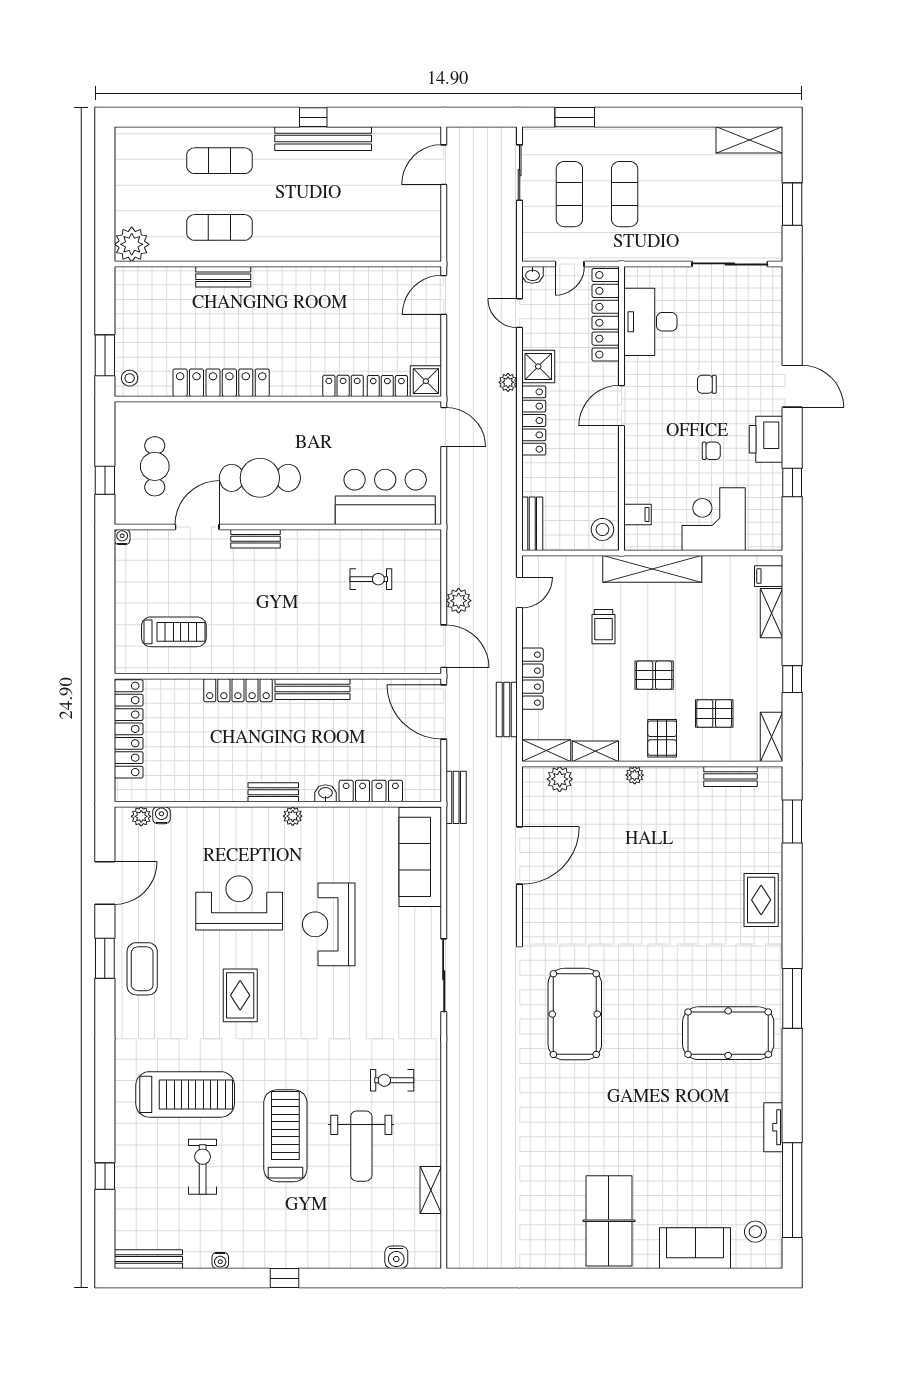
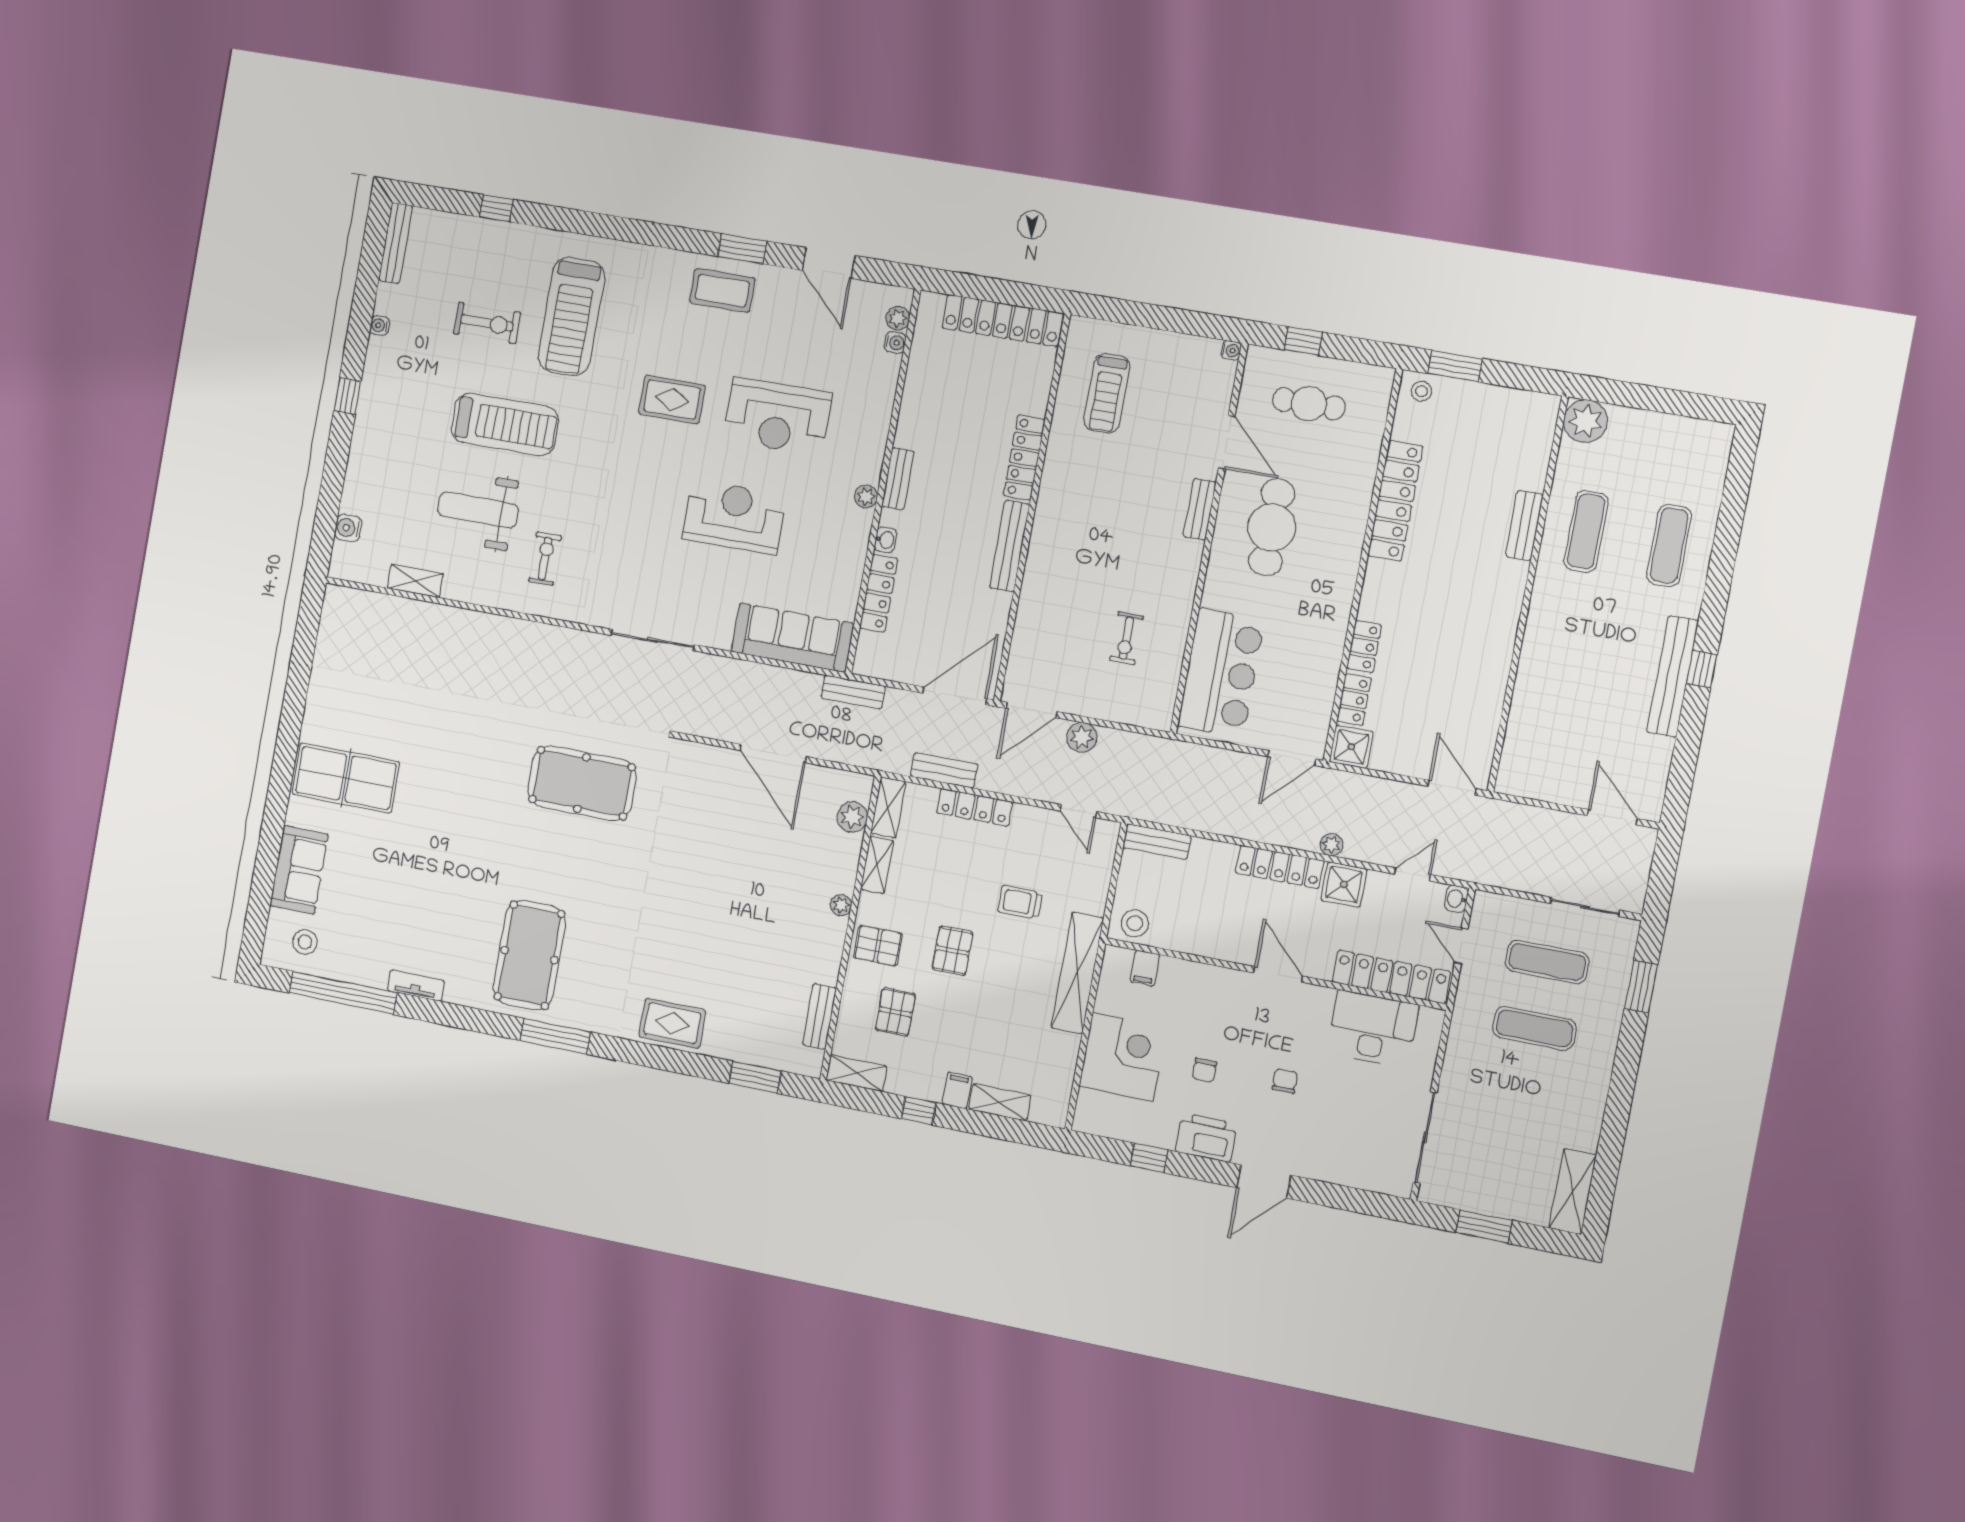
filing cabinet: (769, 576) -> (957, 1090), moved
reception desk: (239, 903) -> (777, 416), turned 90

